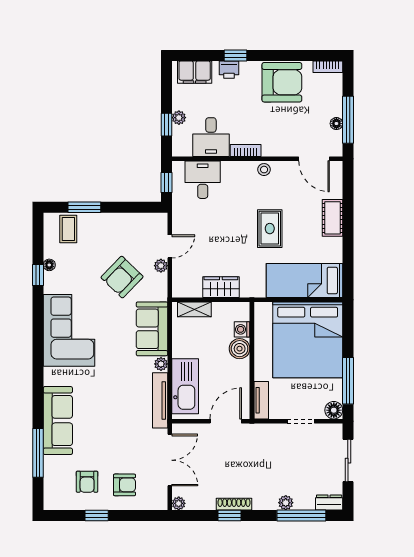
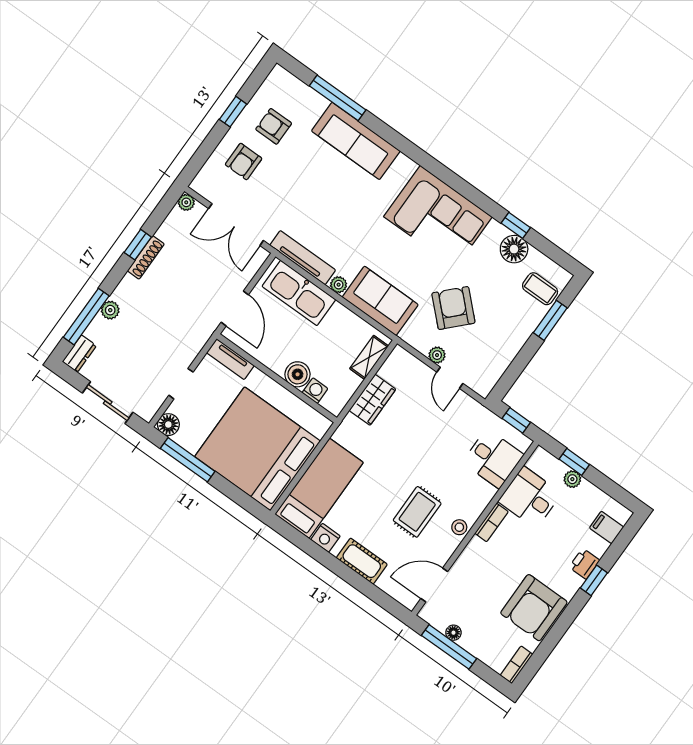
filing cabinet: (195, 72) -> (607, 527), width x0.50
rug: (270, 229) -> (417, 512), moved, turned 90
nightstand: (334, 253) -> (325, 538), added
floor lamp: (49, 265) -> (514, 249), width x1.89, depth x1.89

